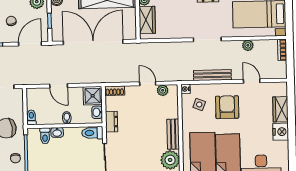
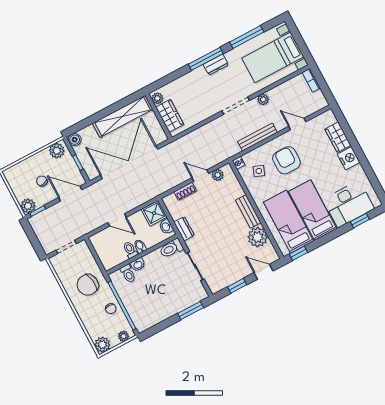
door: (30, 44) -> (70, 194), hinge flipped
plant: (248, 45) -> (263, 99), moved
shoe rack: (115, 91) -> (185, 191), moved
toilet: (31, 117) -> (130, 250), moved

